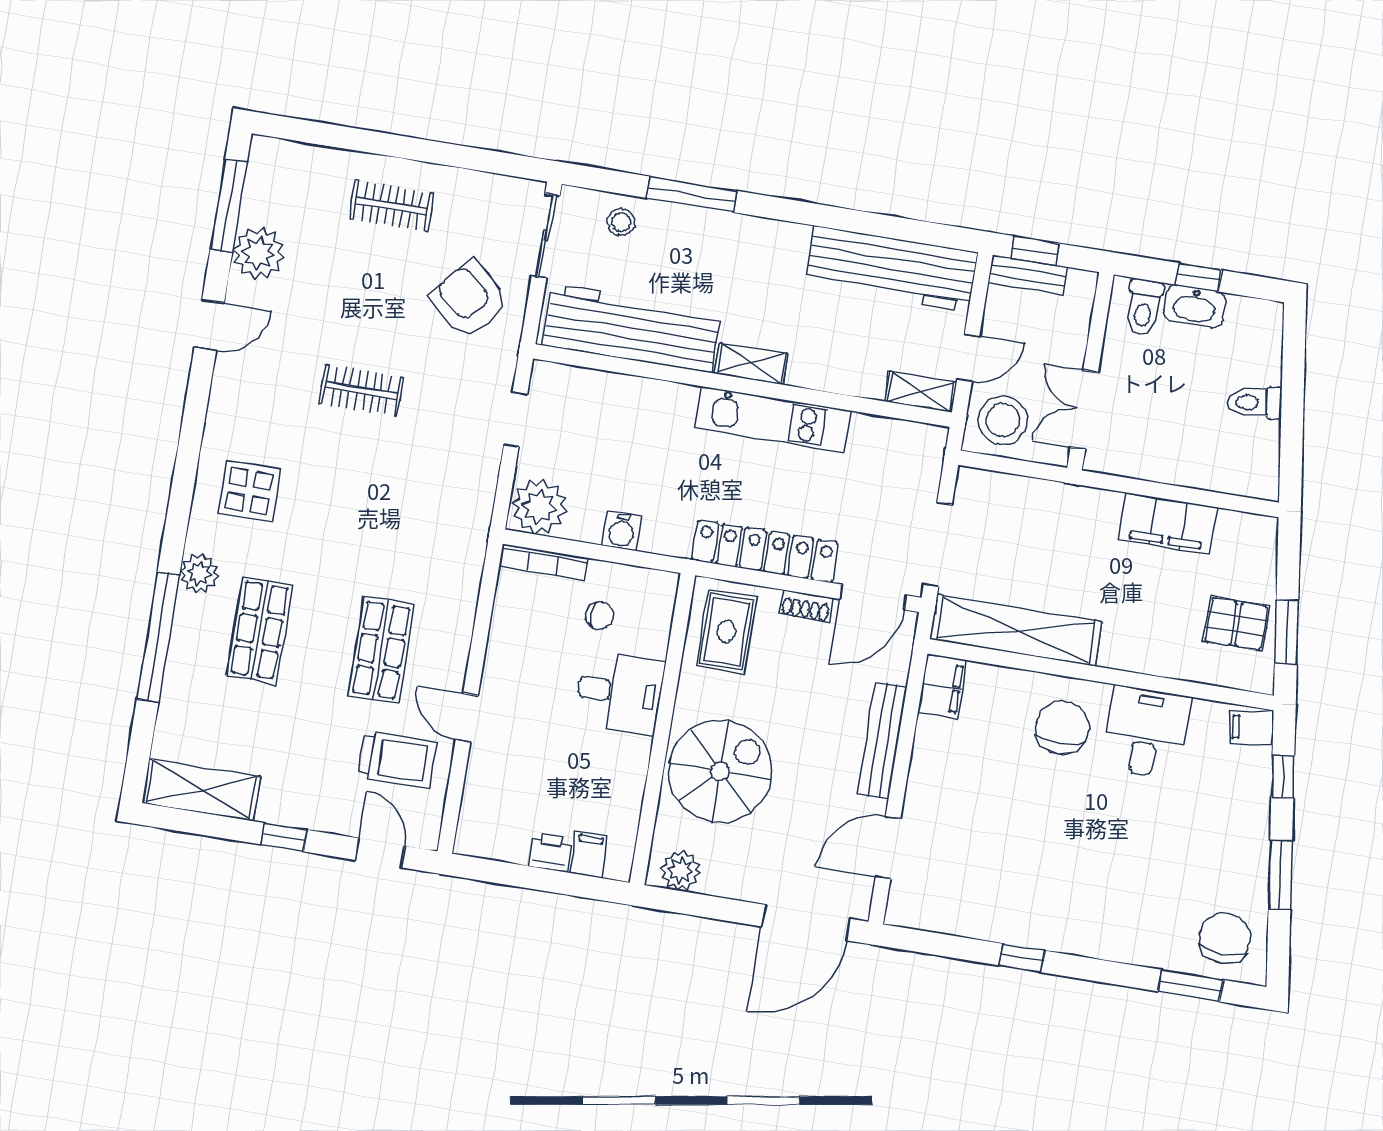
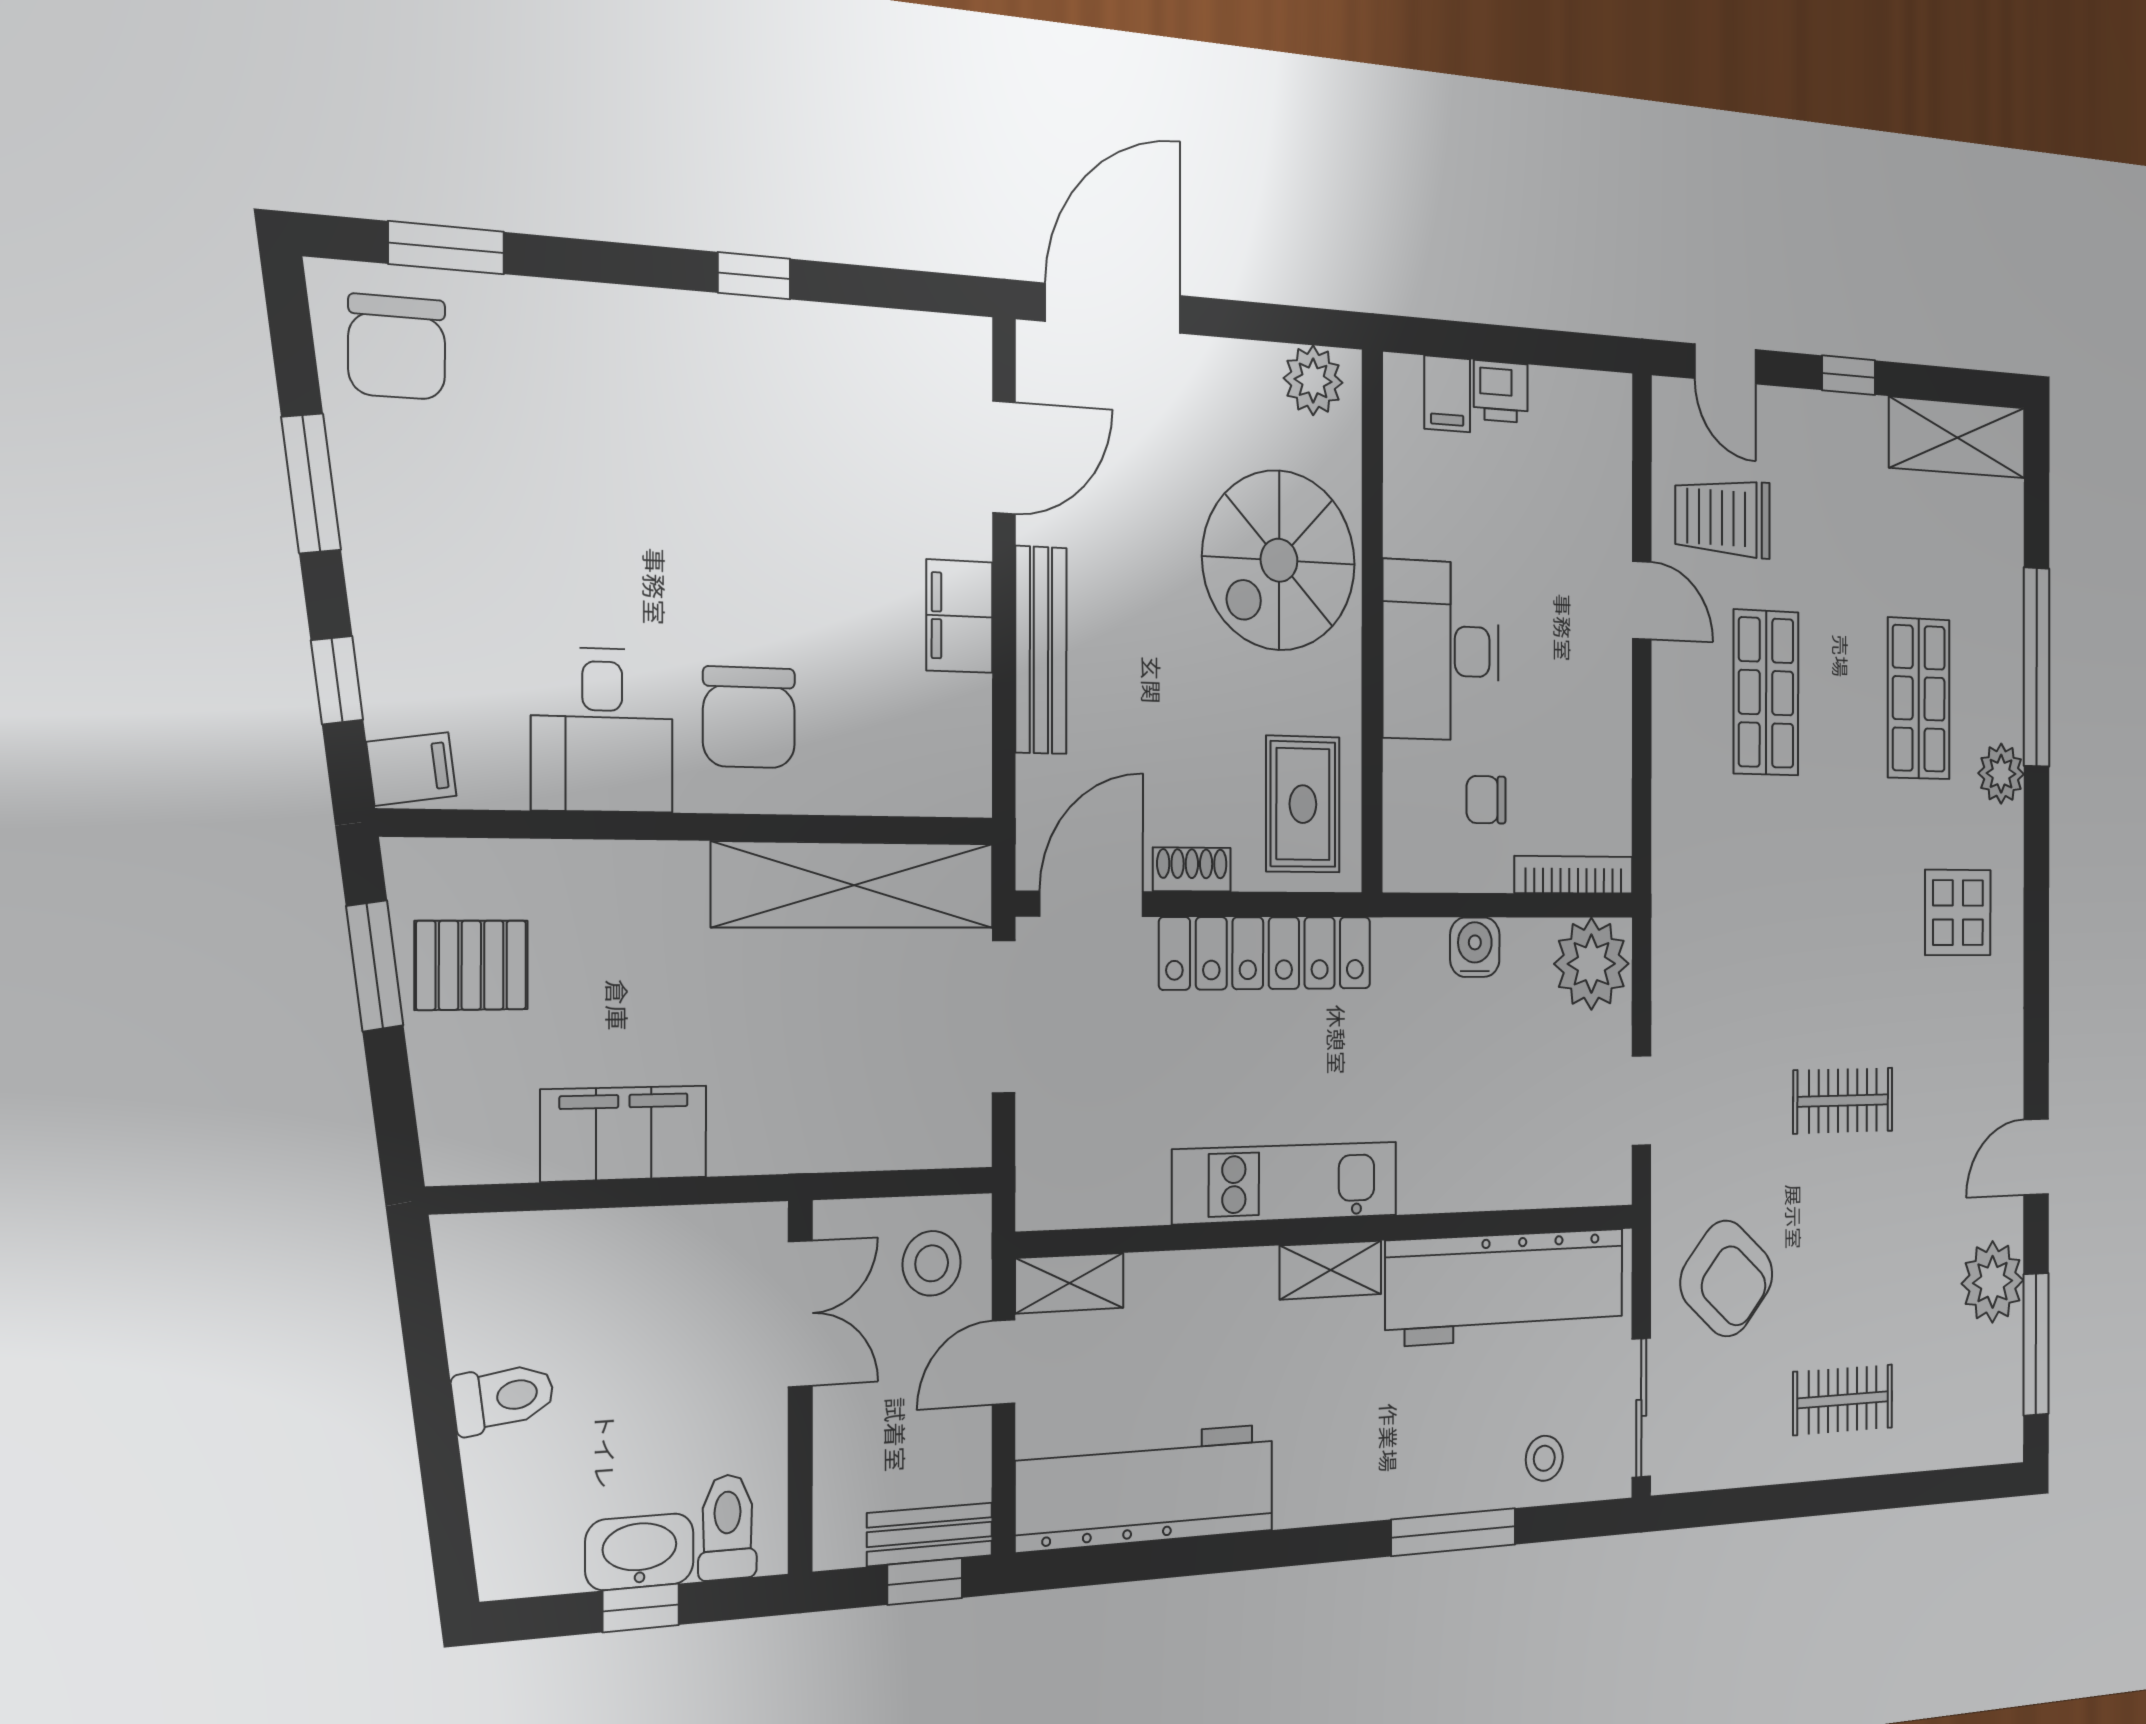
stool: (1003, 420) -> (932, 1263), width x0.73, depth x0.73
filing cabinet: (942, 687) -> (959, 616), moved
desk: (620, 692) -> (1441, 650), width x1.37

